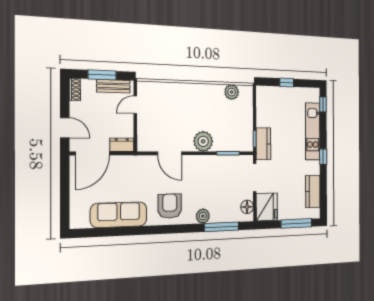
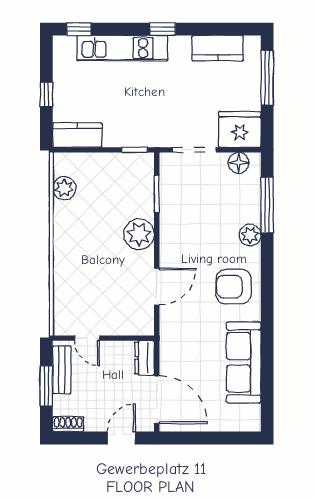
kitchen counter: (263, 144) -> (77, 135), moved

